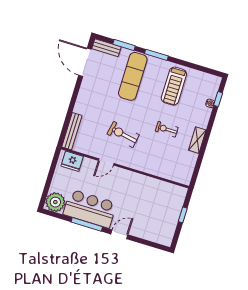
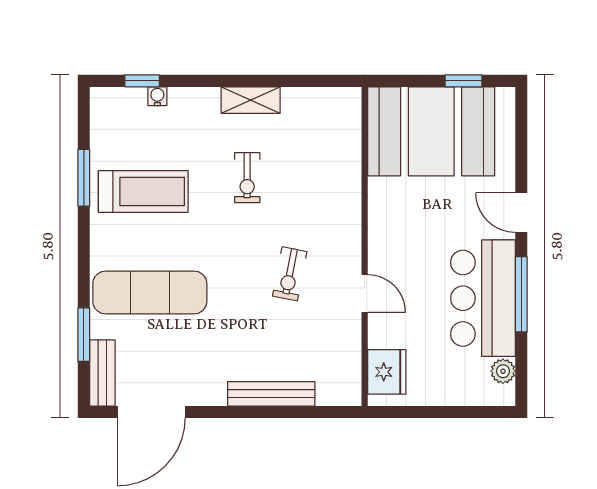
window: (156, 55) -> (84, 178), moved
bench: (72, 131) -> (271, 394), moved
exercise bike: (123, 134) -> (290, 274), width x0.73, depth x0.72
plant: (55, 202) -> (503, 371), width x0.53, depth x0.53
booth: (163, 208) -> (431, 131), added
window: (183, 215) -> (464, 81), moved

